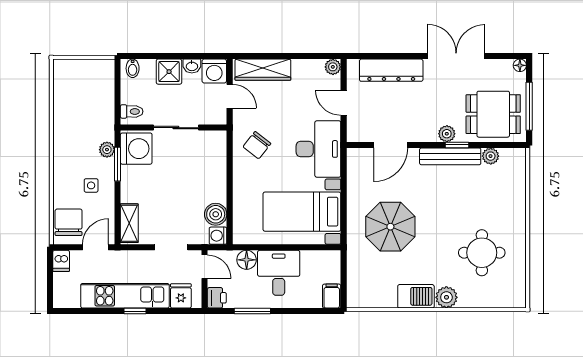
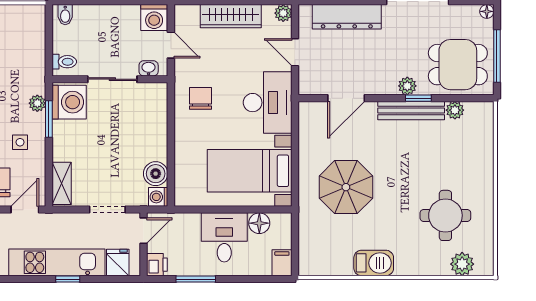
washbasin: (192, 66) -> (149, 68), moved, turned 180
wardrobe: (263, 70) -> (231, 16), moved
shower: (169, 72) -> (105, 18), removed
chair: (257, 145) -> (201, 98), turned 142
floor lamp: (247, 260) -> (259, 223), moved
door: (205, 267) -> (144, 231), hinge flipped
plant: (446, 297) -> (462, 264), moved

